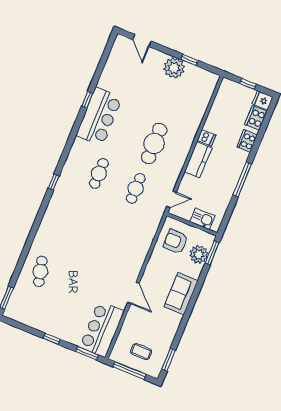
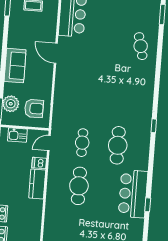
dishwasher: (207, 138) -> (39, 163), moved
cafe table: (99, 173) -> (118, 145), width x1.37, depth x1.35

